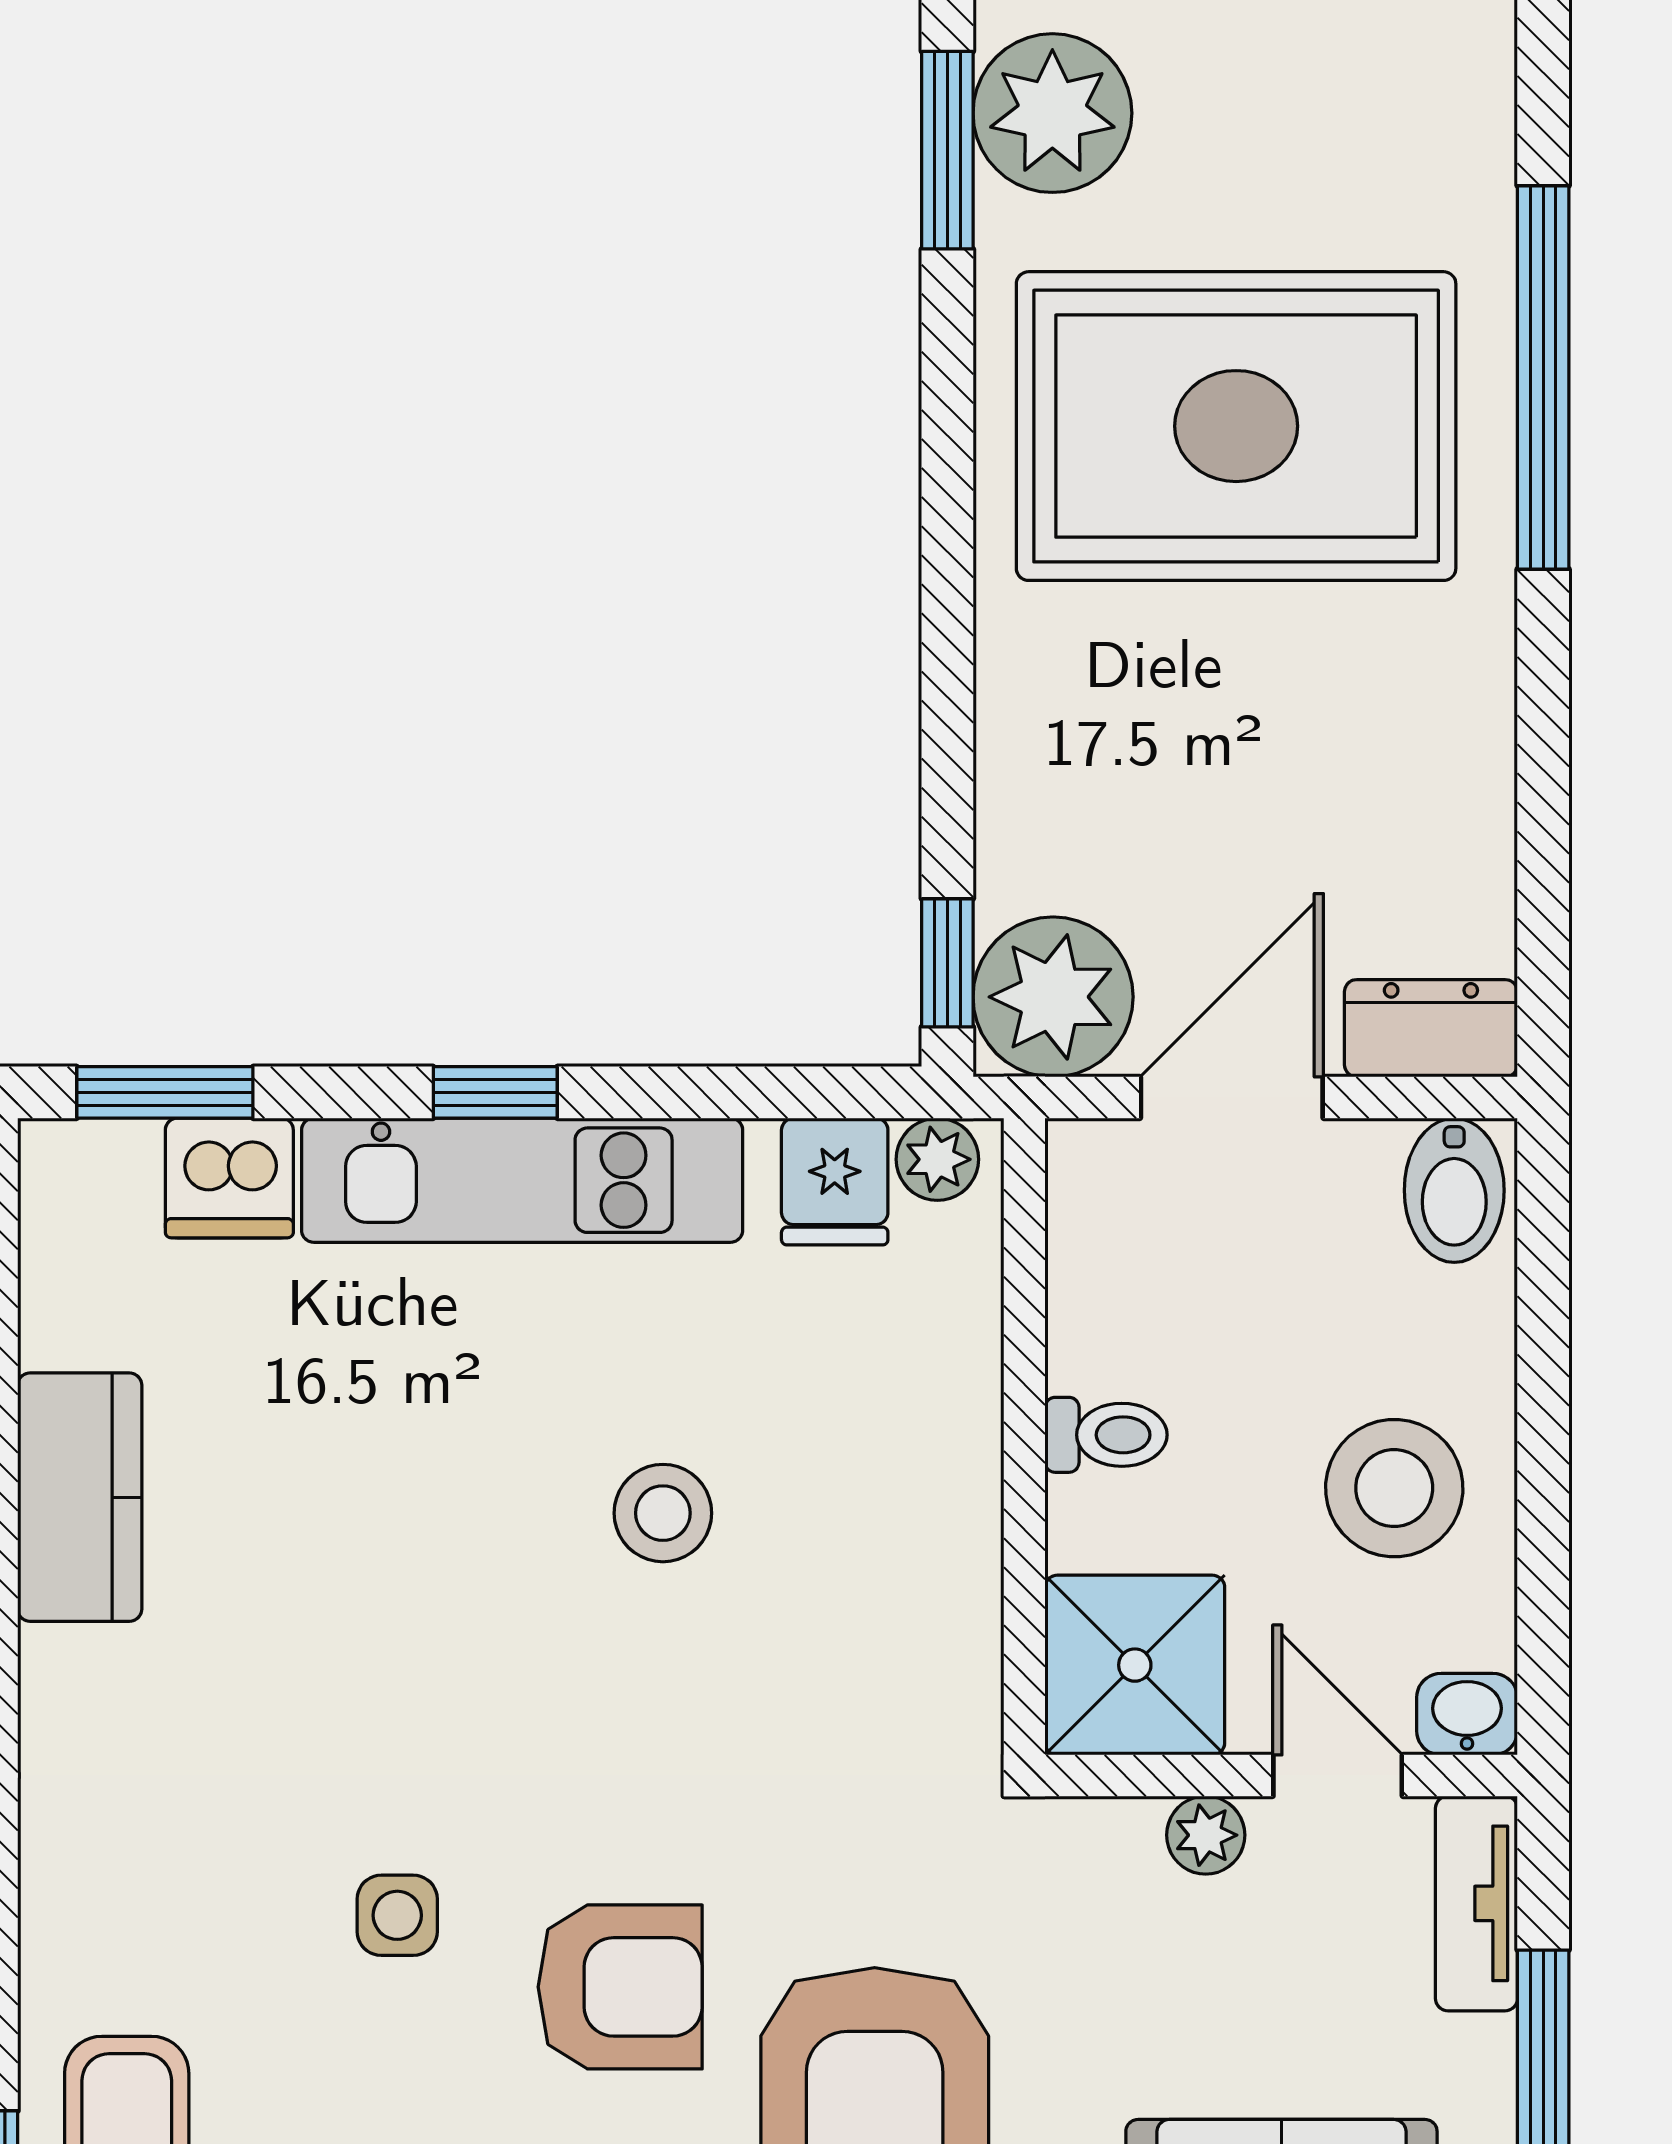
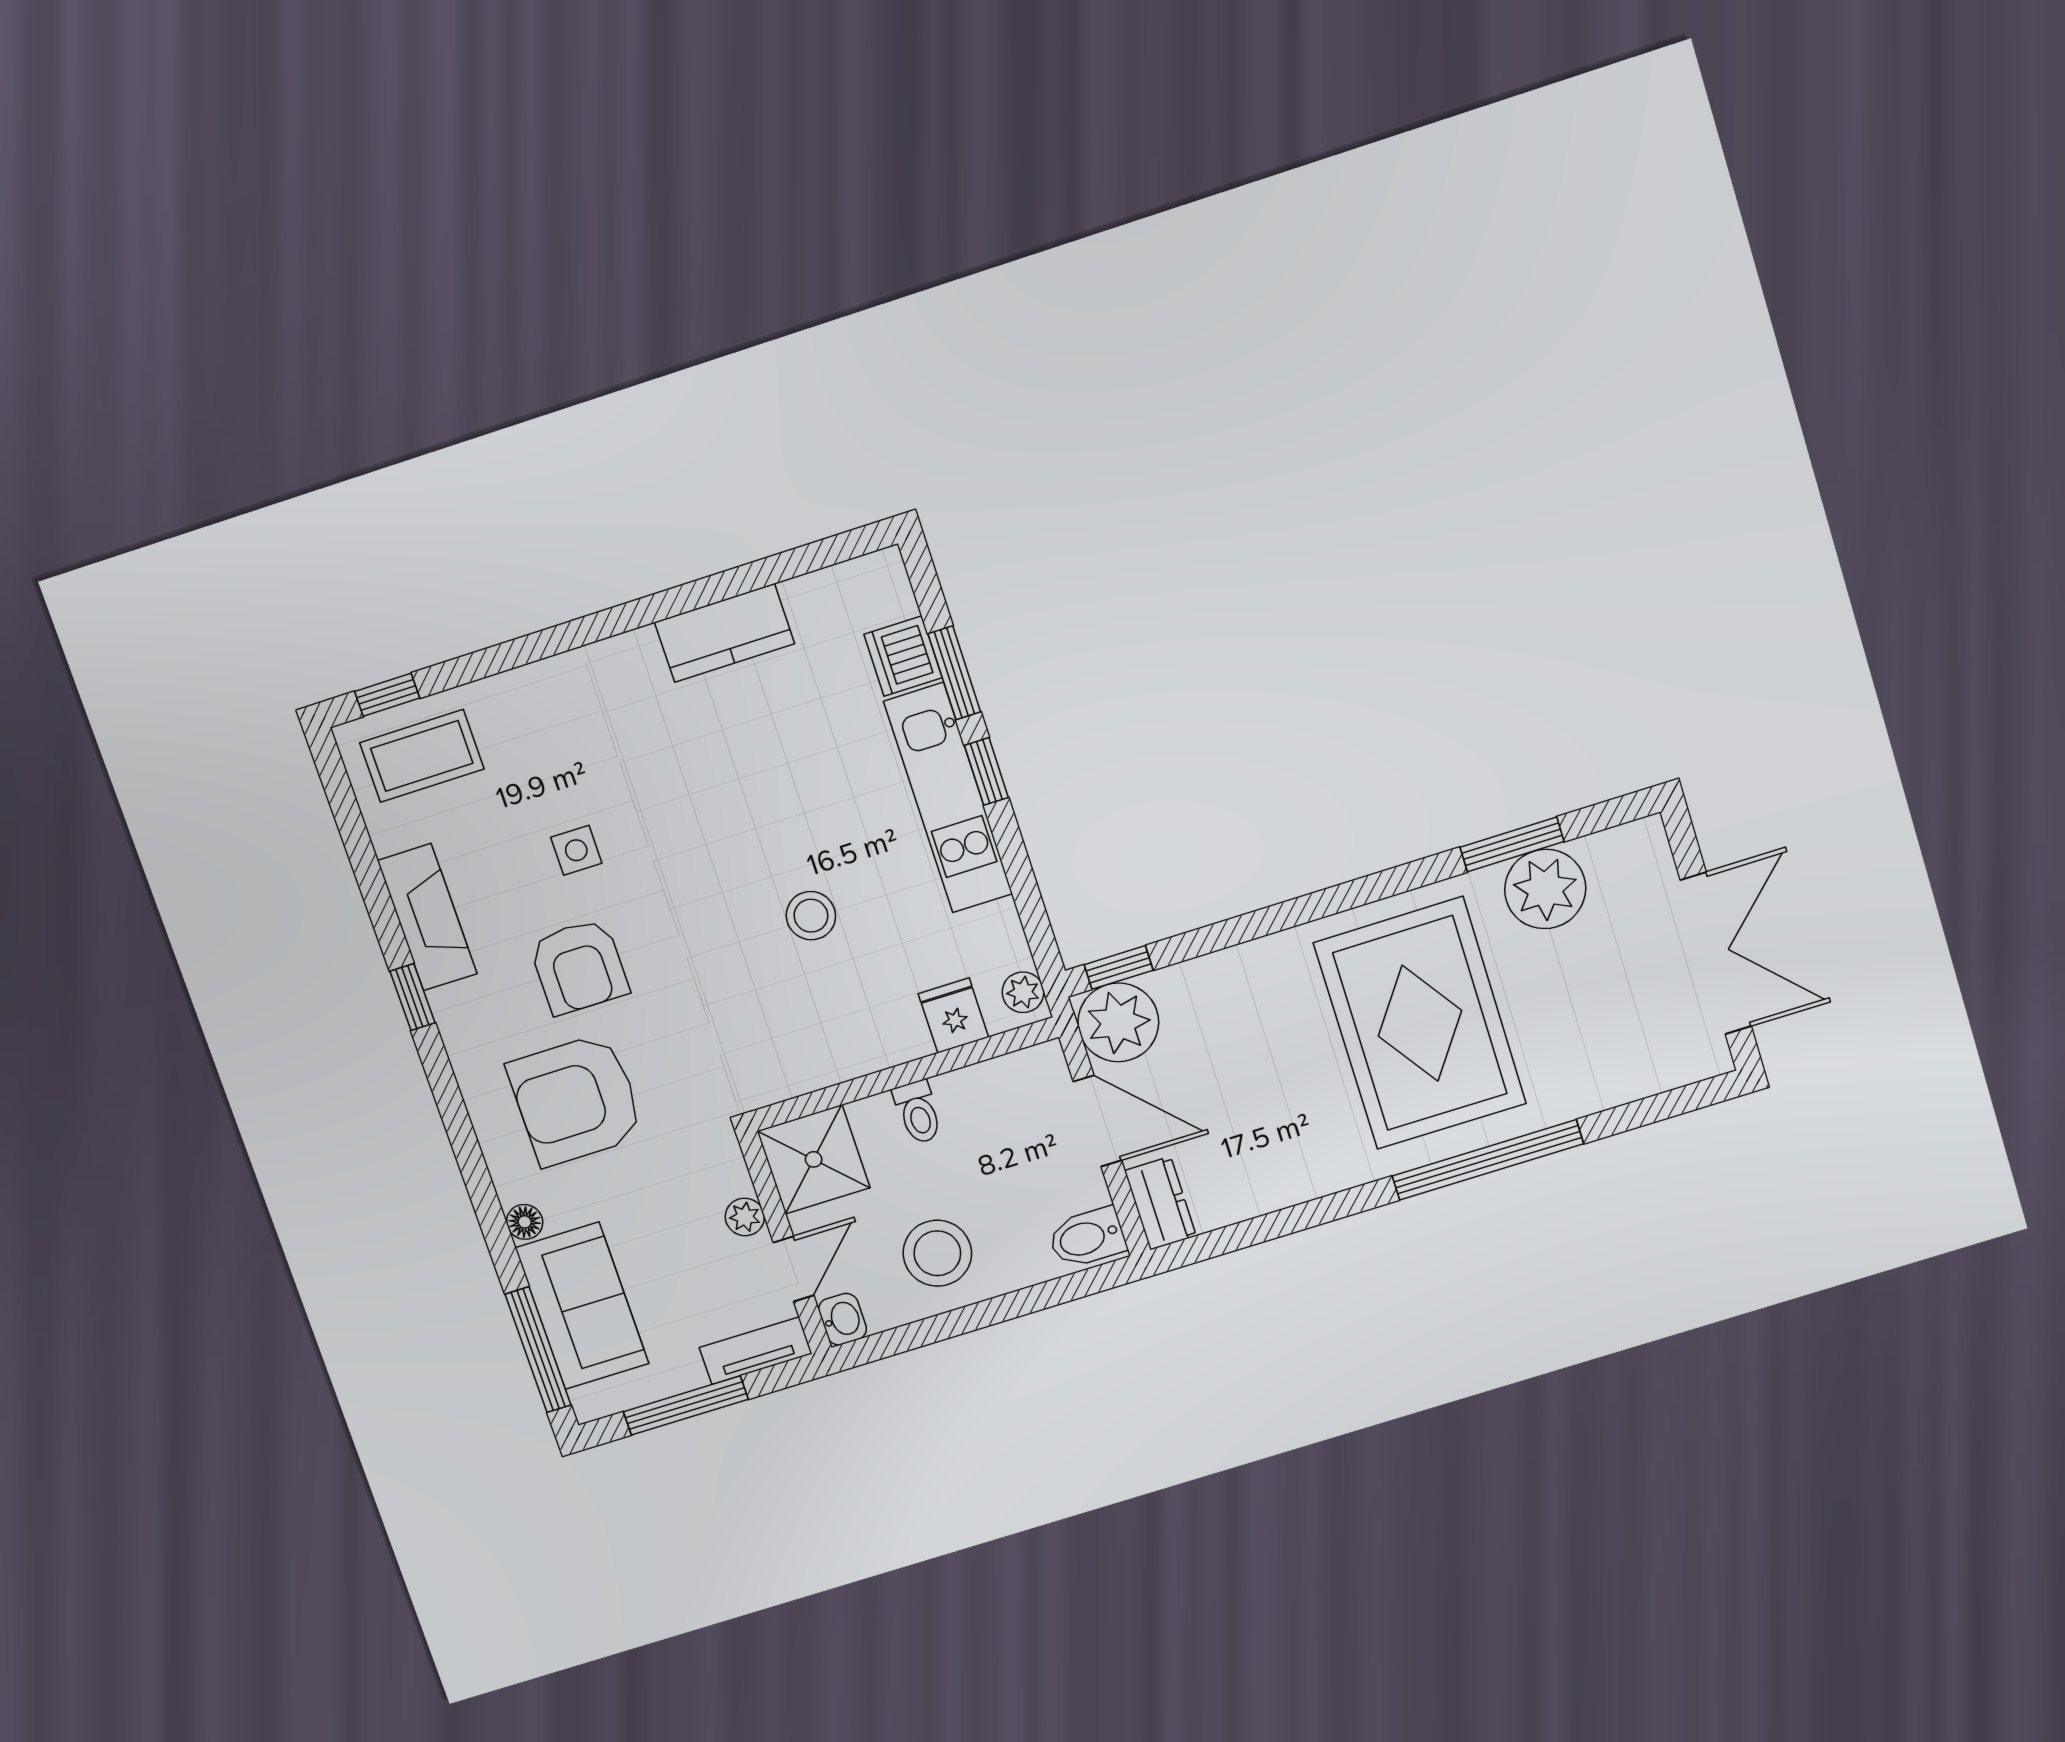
window: (165, 1092) -> (954, 673), moved
fridge: (835, 1181) -> (953, 1016), moved, turned 90

